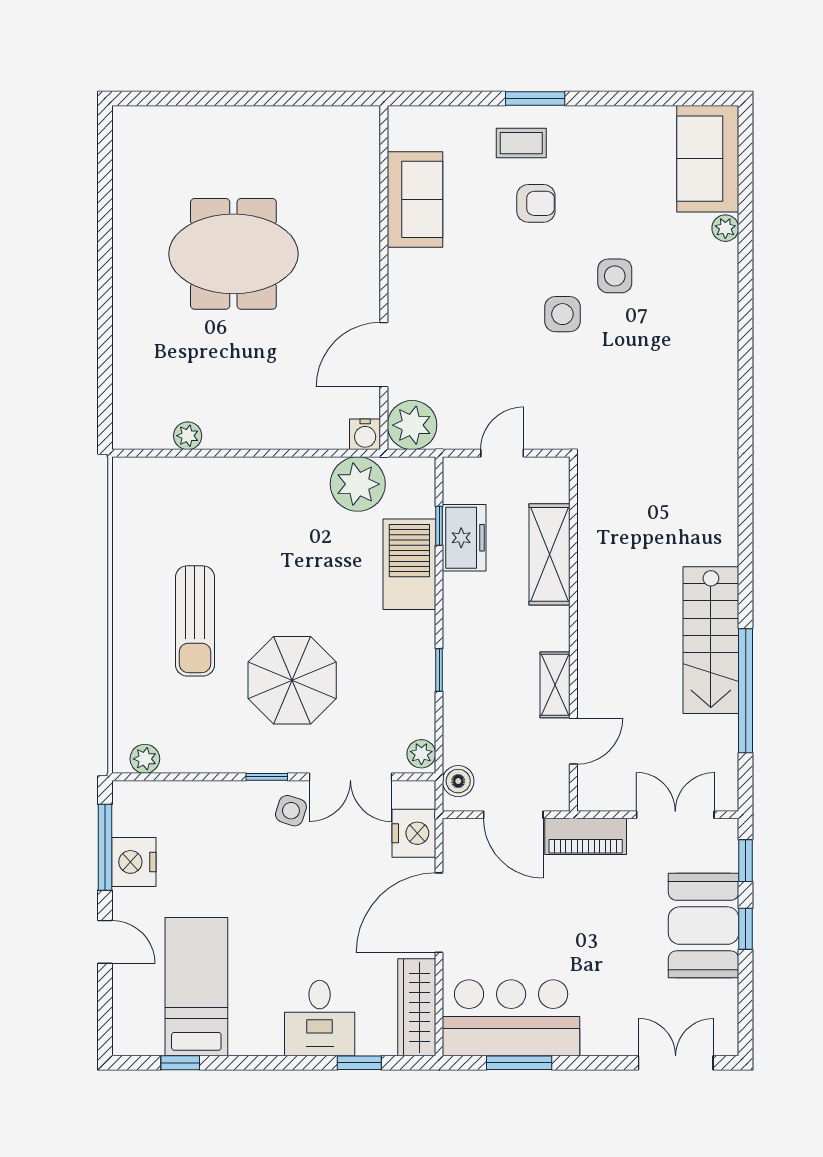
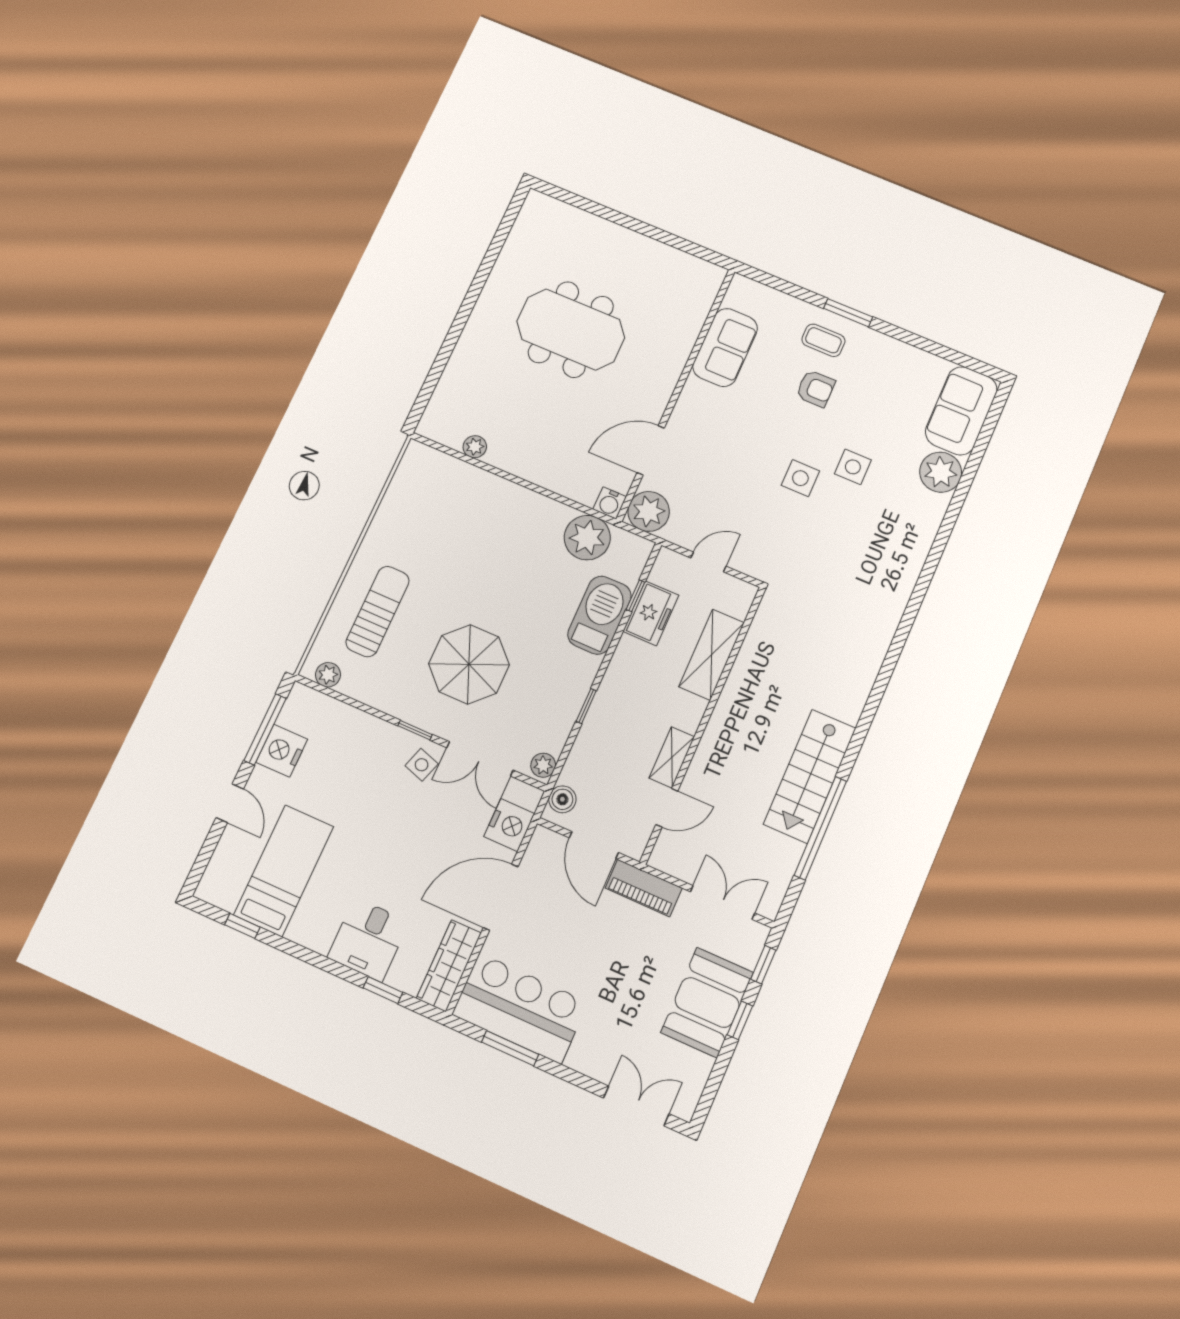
plant: (725, 228) -> (941, 472), width x1.88, depth x1.88
sun lounger: (195, 621) -> (378, 611), moved, turned 180

